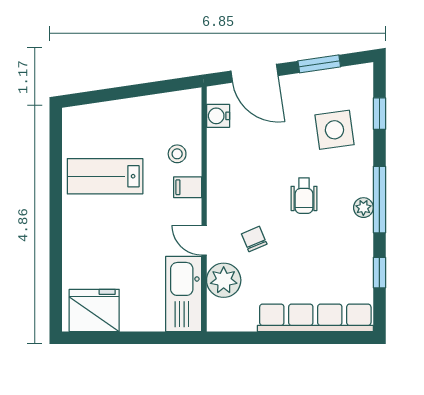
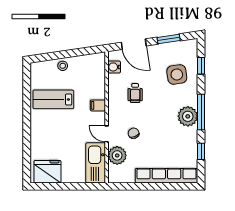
stool: (177, 154) -> (63, 66), moved
wheelchair: (304, 196) -> (135, 93), moved
plant: (363, 208) -> (188, 116), width x1.87, depth x1.87

